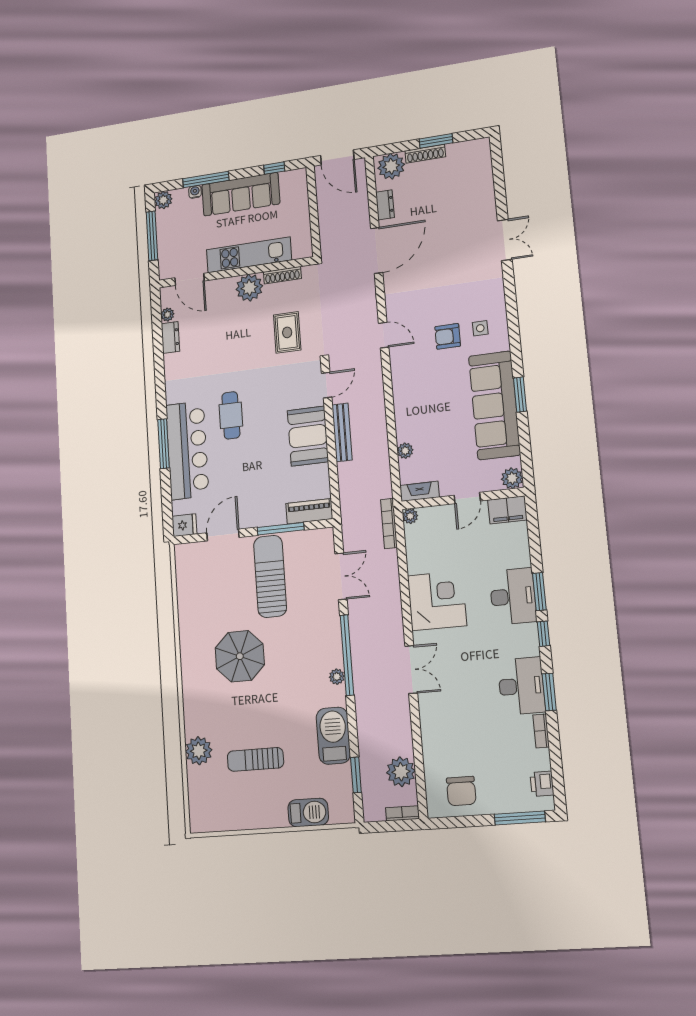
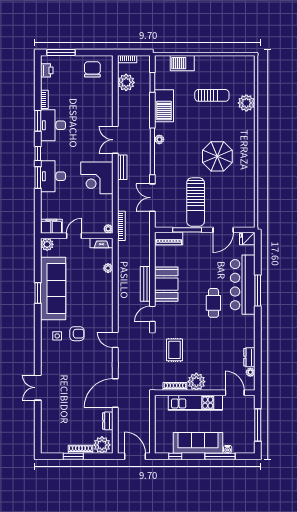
plant: (163, 200) -> (249, 447), removed
bench: (395, 623) -> (122, 167), added

